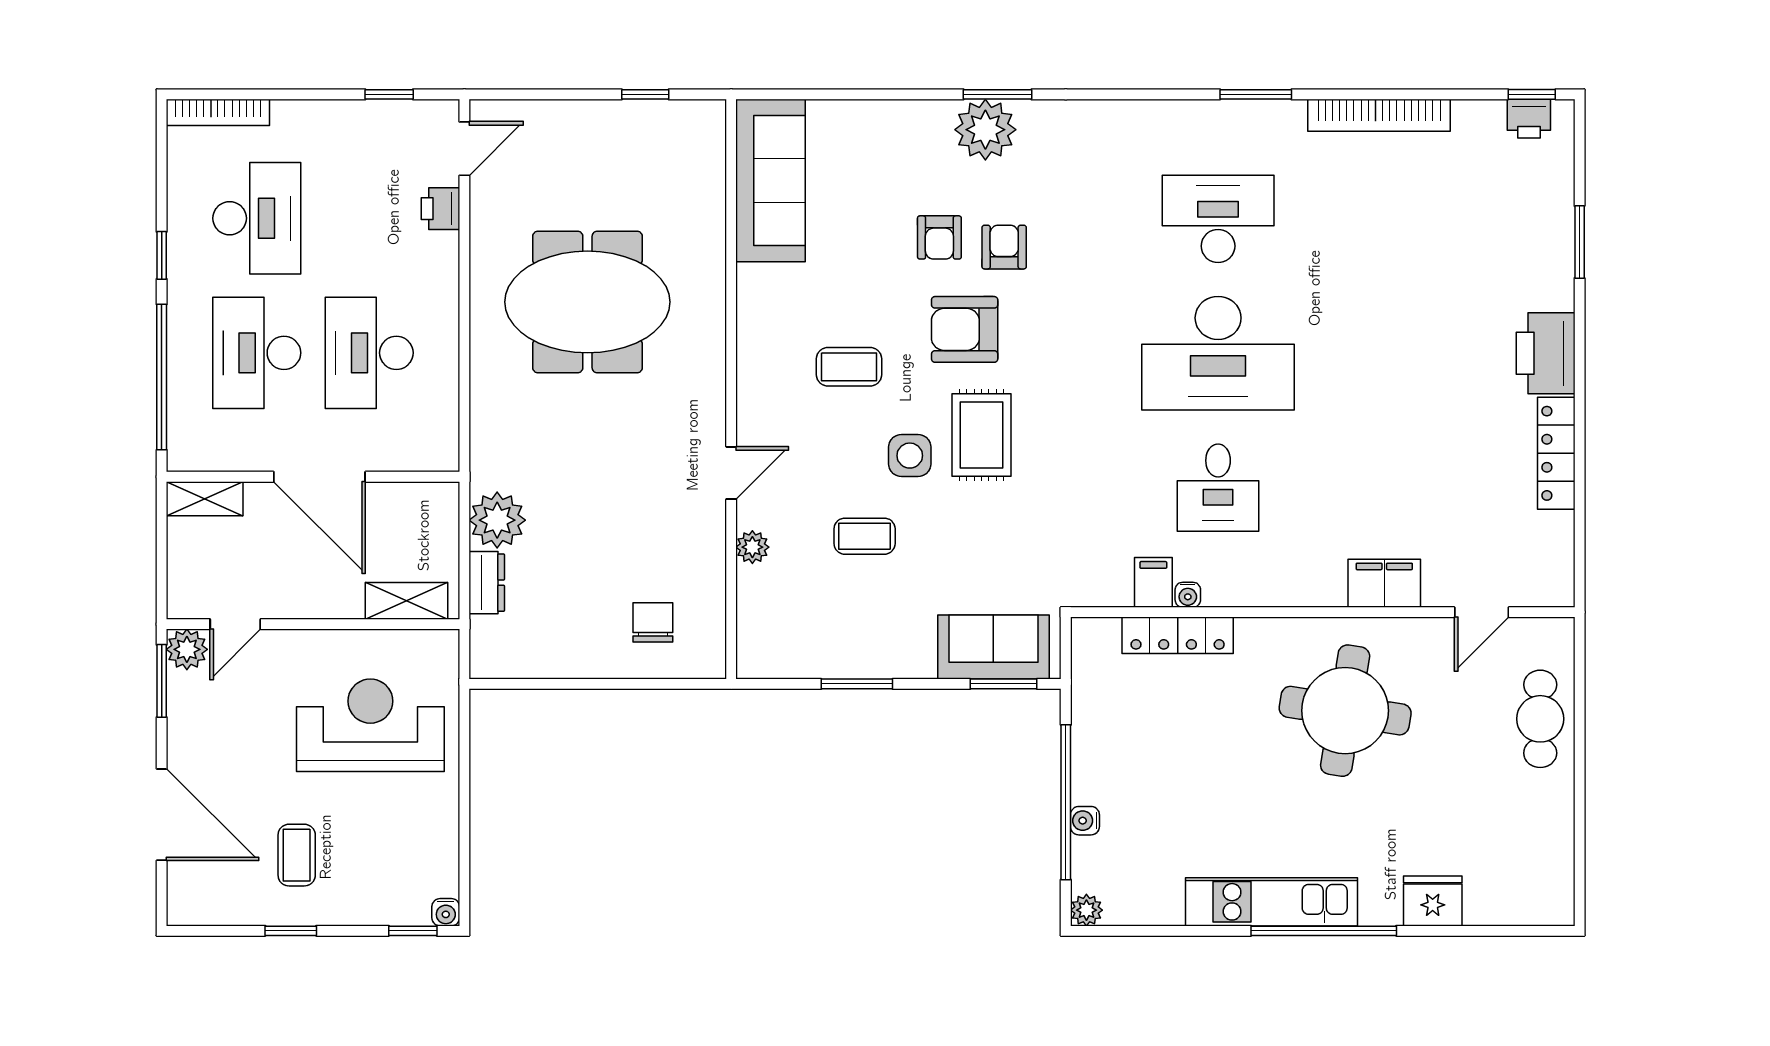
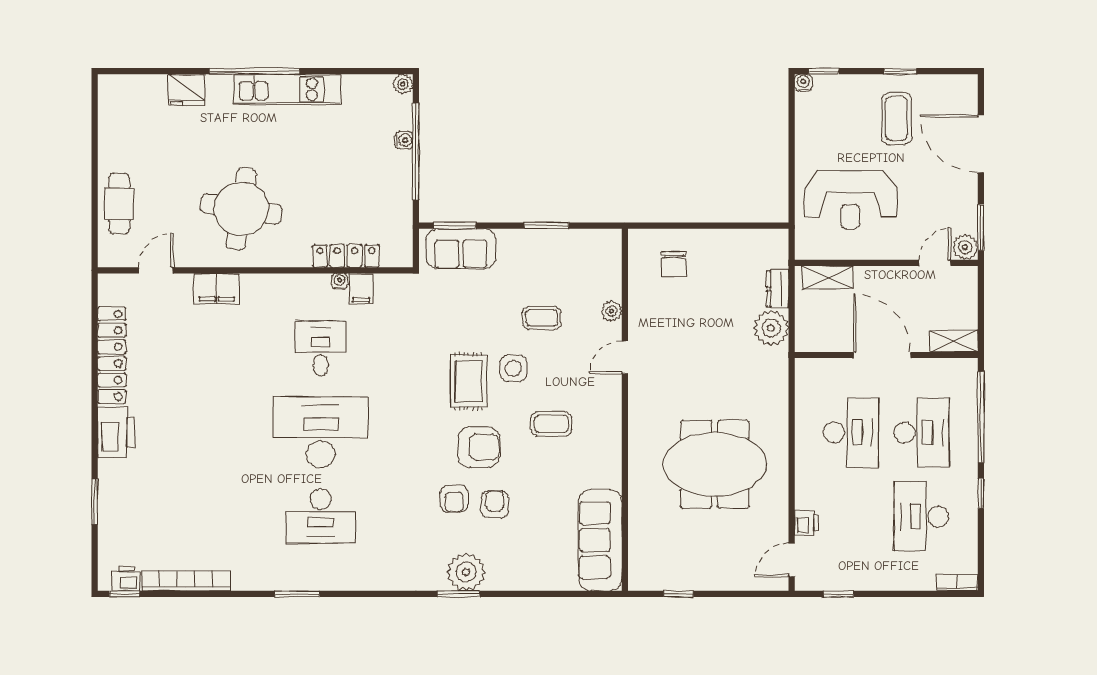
bookcase: (218, 112) -> (957, 583), width x0.64
bookcase: (1379, 115) -> (186, 581), moved
locker: (1556, 453) -> (112, 355), width x1.41, depth x1.21
coffee table: (297, 855) -> (896, 119), width x1.36, depth x1.30

